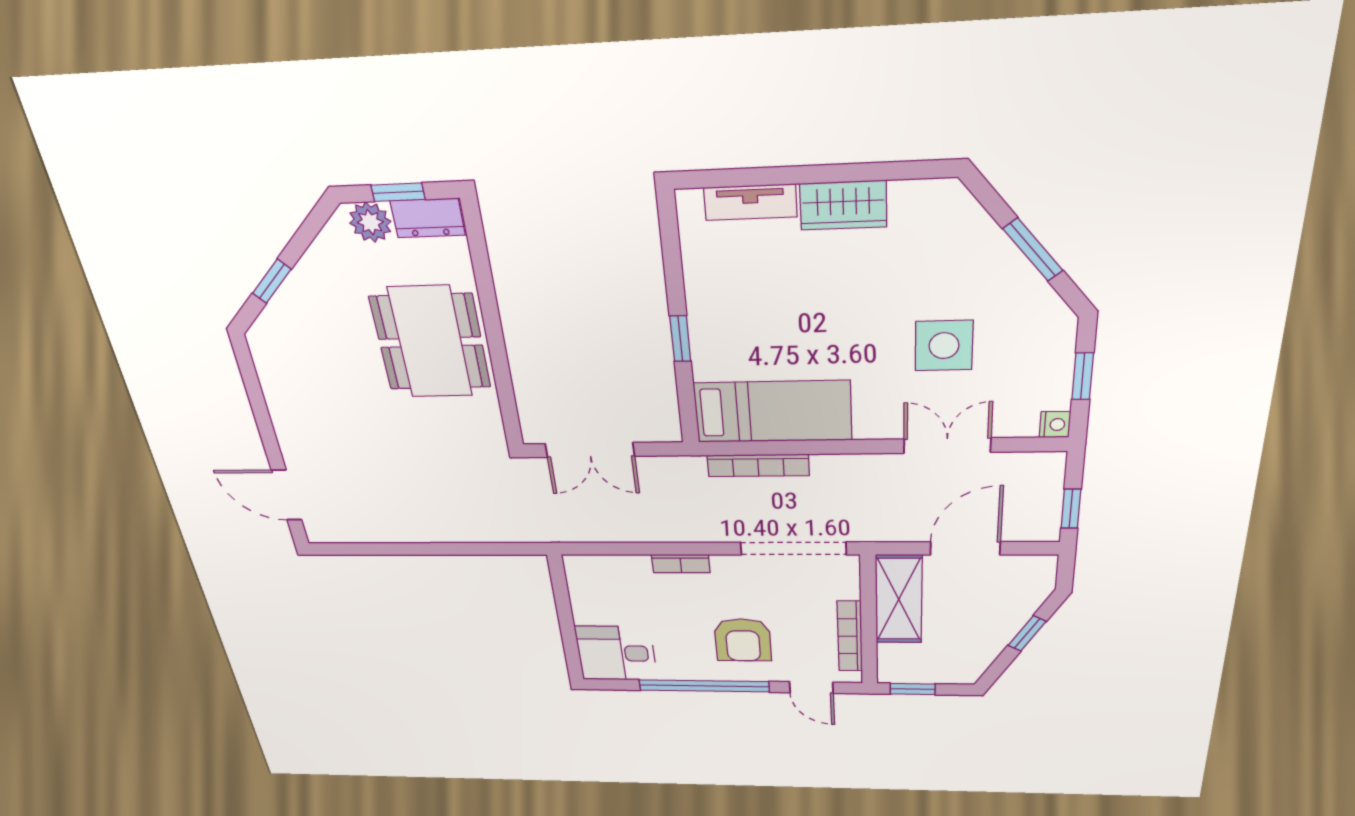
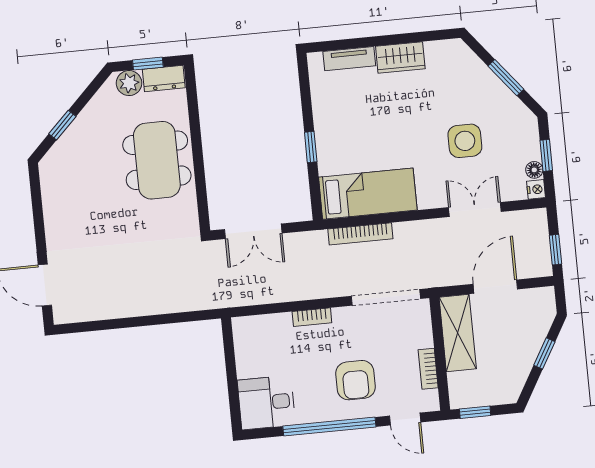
floor lamp: (1057, 396) -> (534, 170), added
bookcase: (850, 636) -> (428, 369), width x0.64

